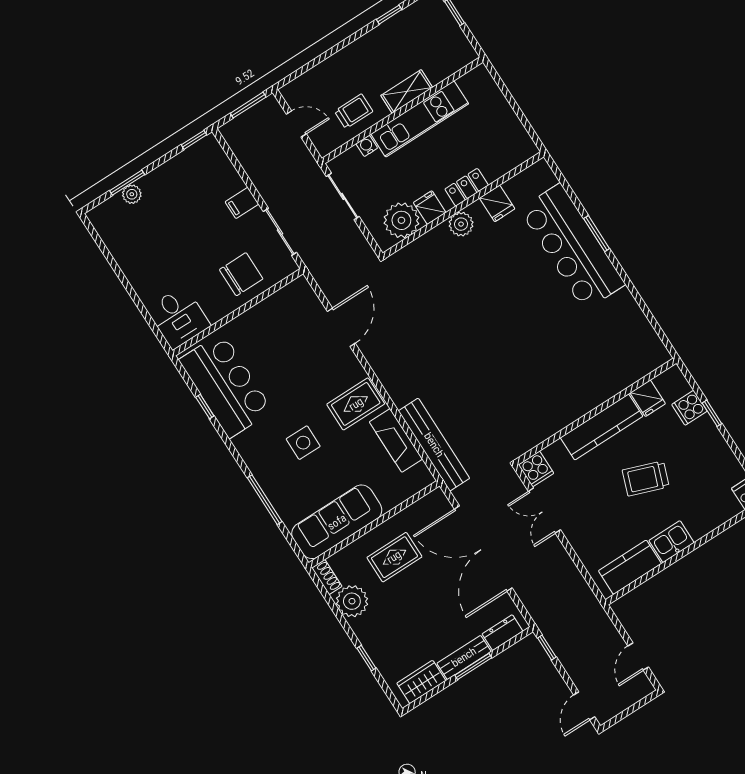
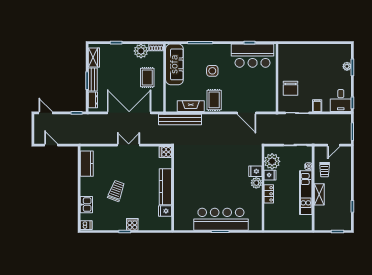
fridge: (497, 203) -> (255, 171), moved
desk: (178, 317) -> (341, 101), moved, turned -90
fridge: (648, 398) -> (165, 211), moved
wall: (596, 411) -> (173, 188), moved
kitchen counter: (602, 427) -> (165, 187), moved
cooker: (536, 469) -> (165, 152), moved
kitchen sink: (672, 542) -> (86, 205), moved

